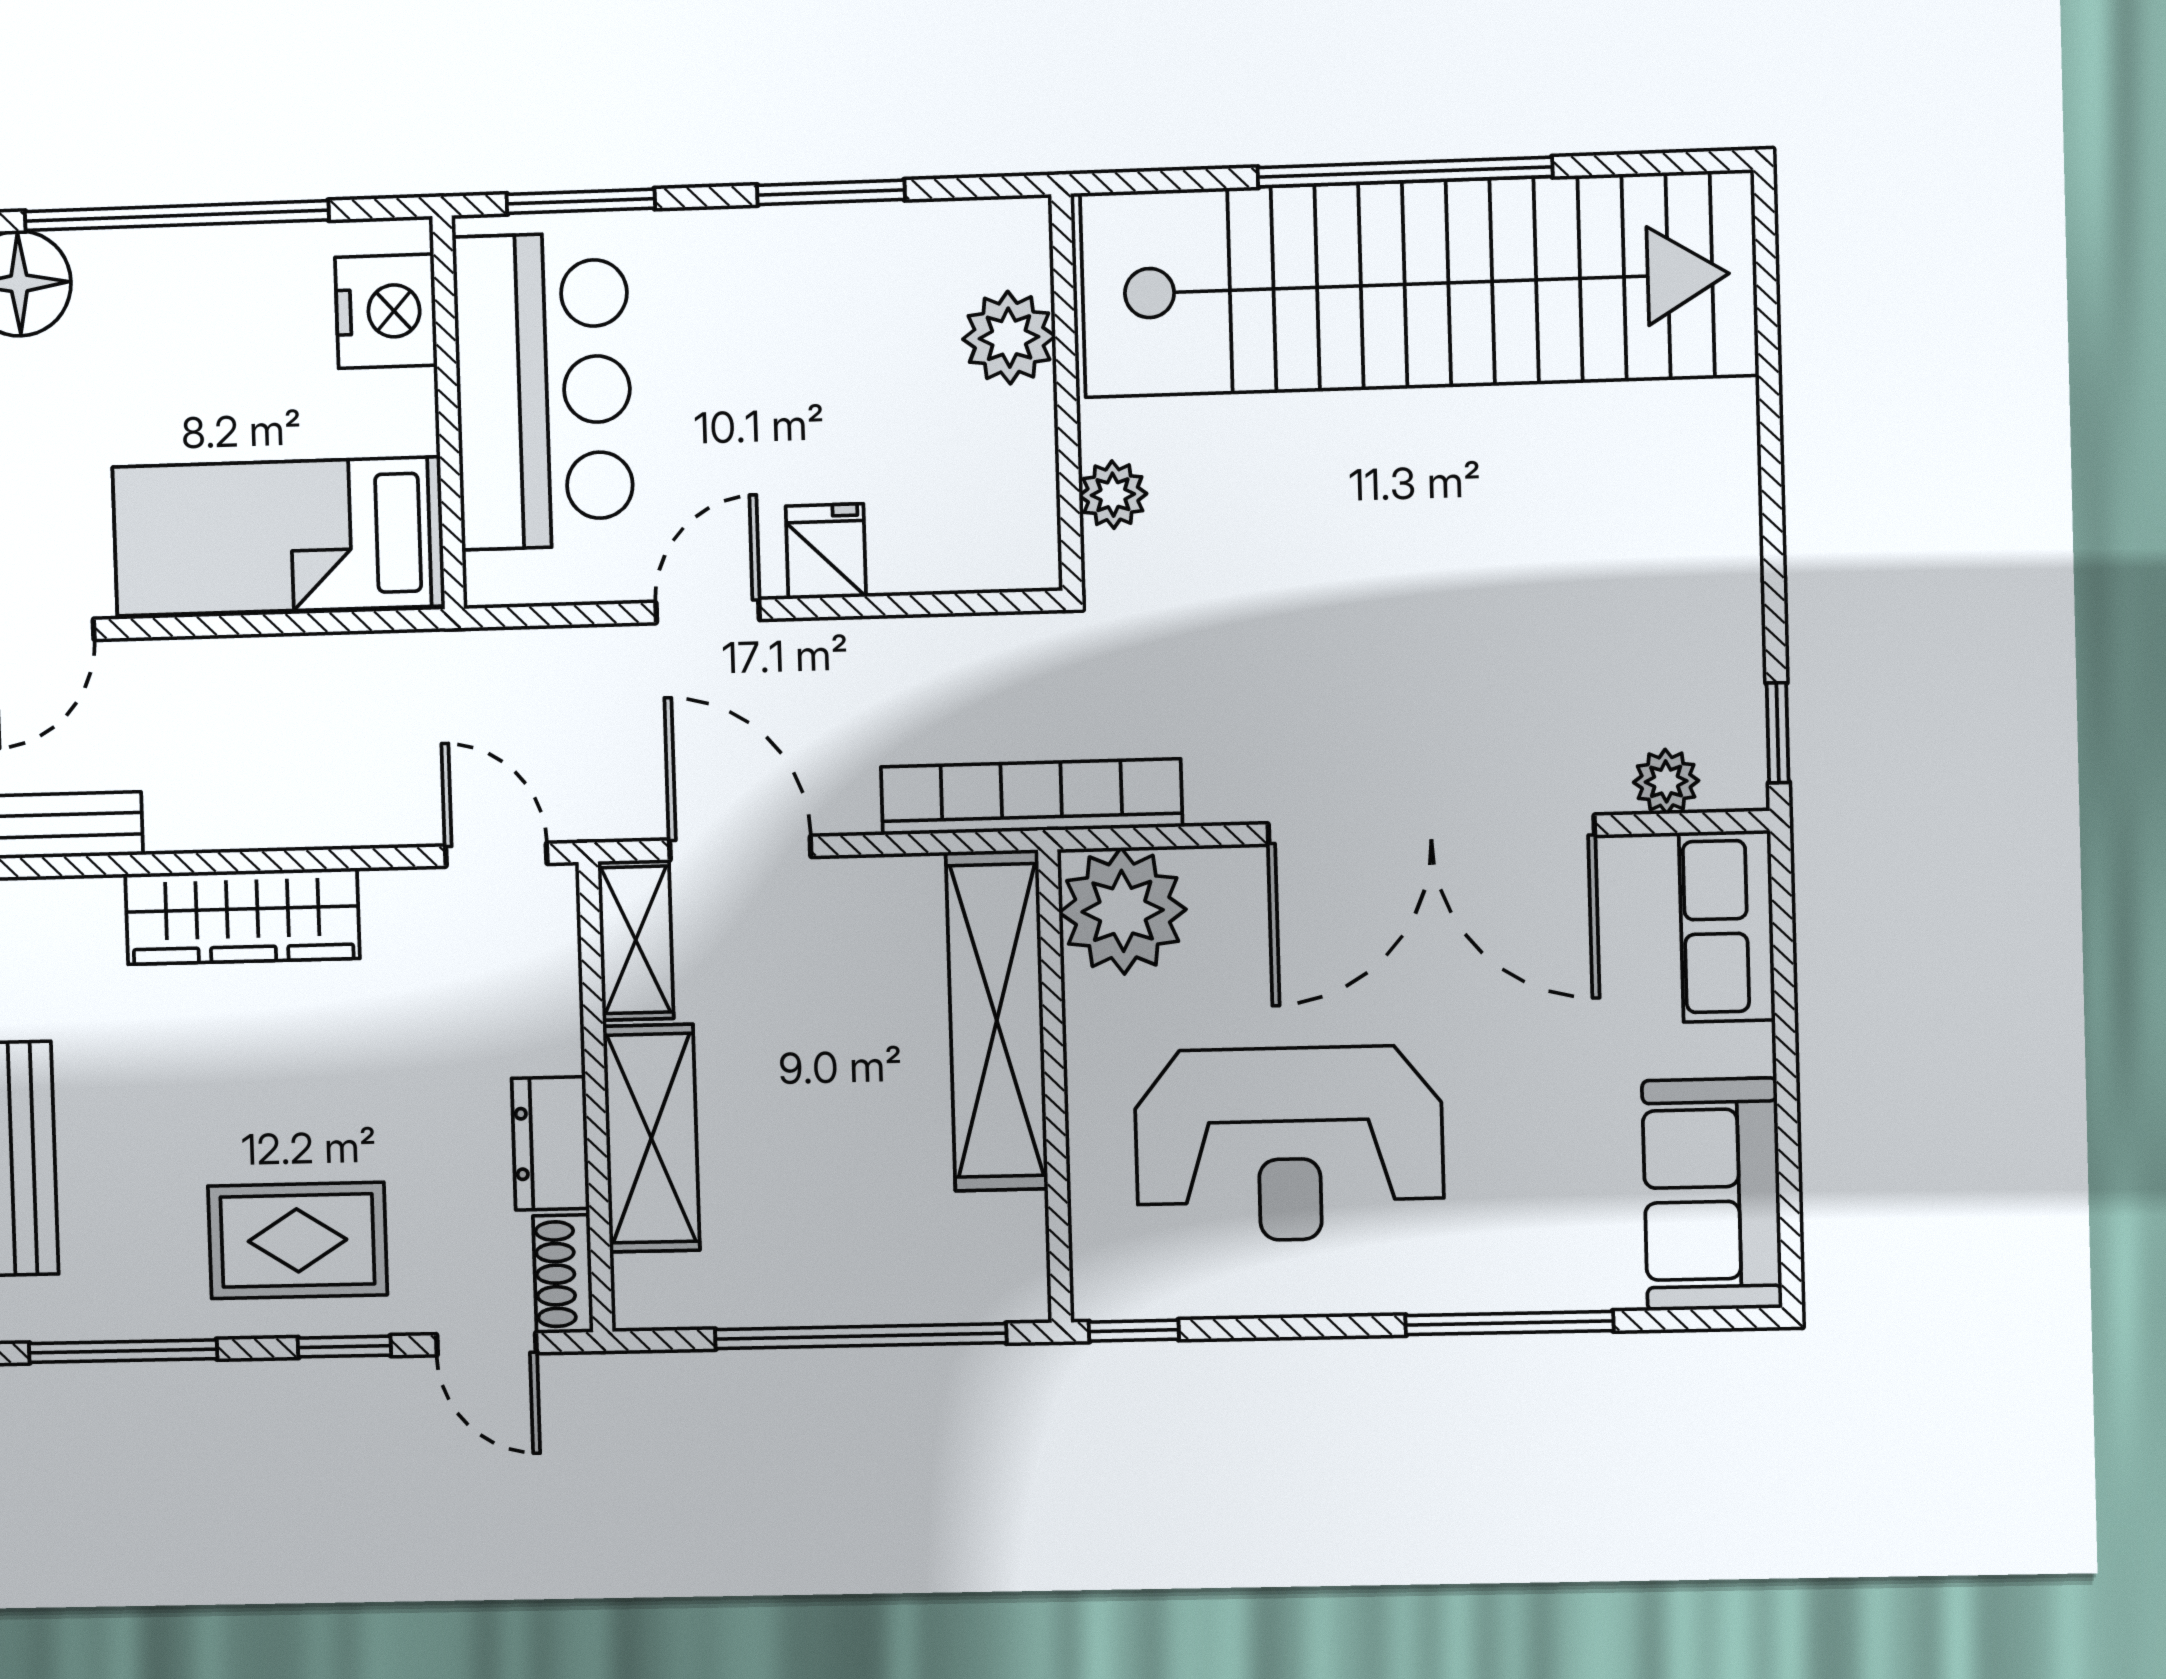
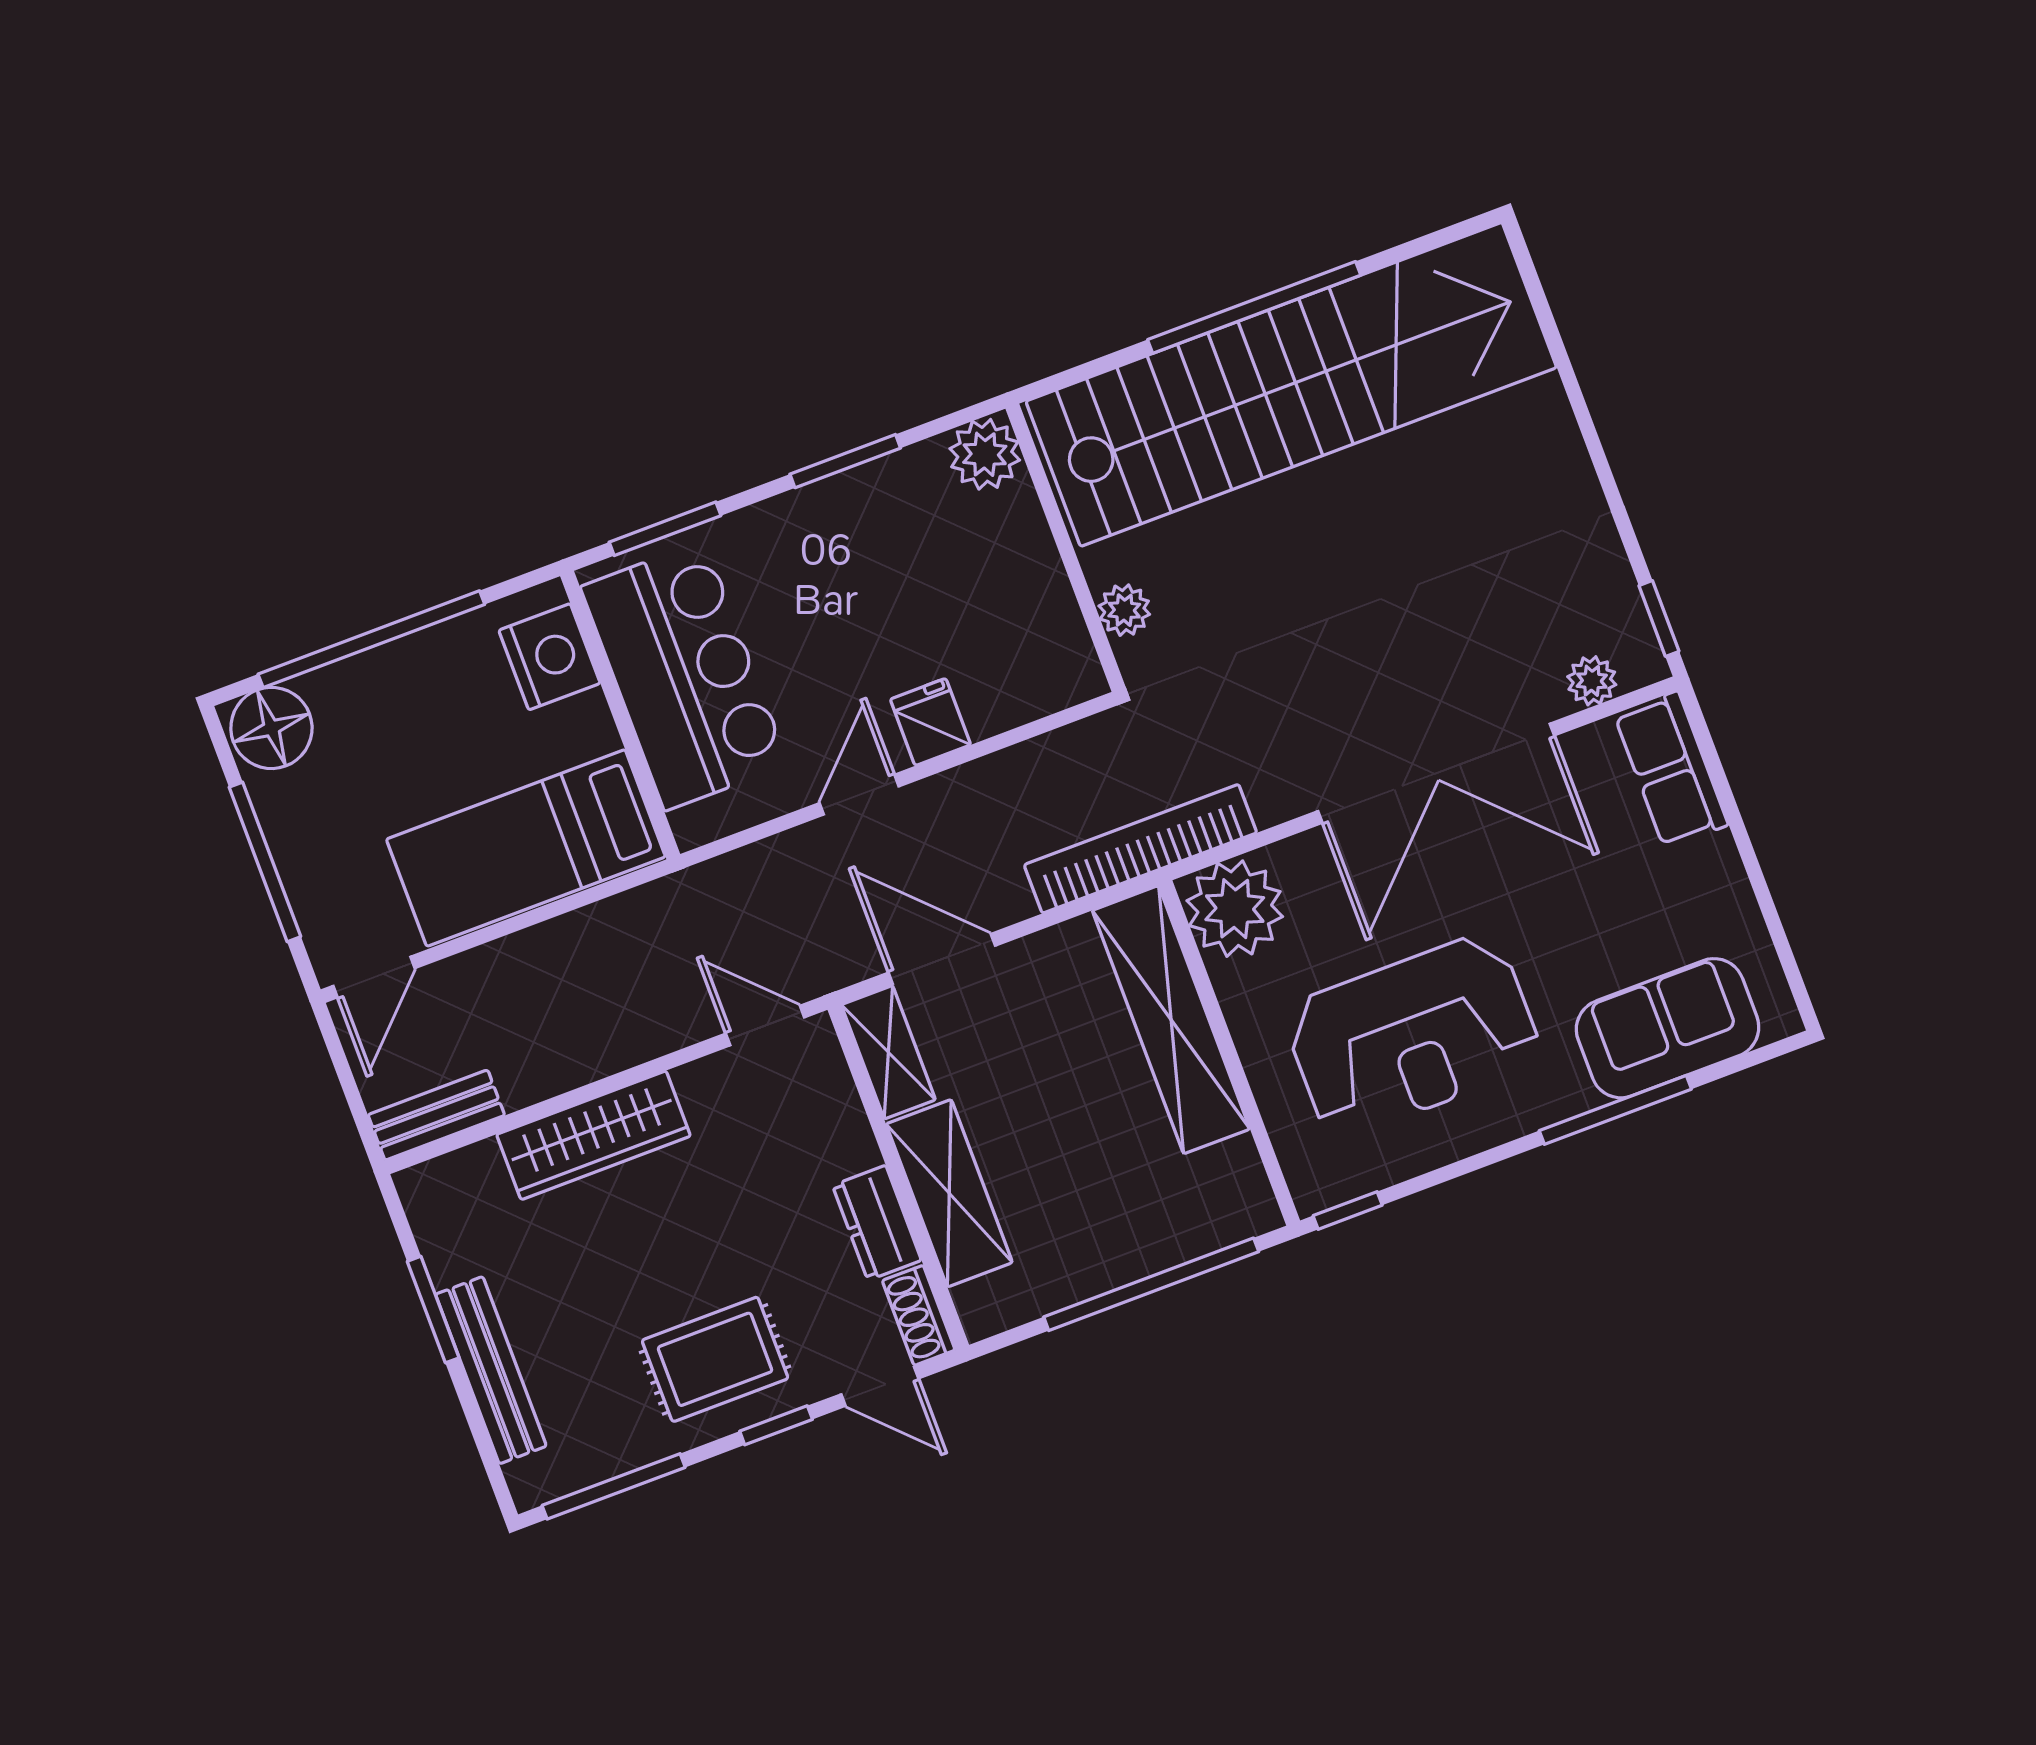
plant: (1009, 338) -> (985, 454), moved
sofa: (1712, 1194) -> (1668, 1028), moved, turned 90

